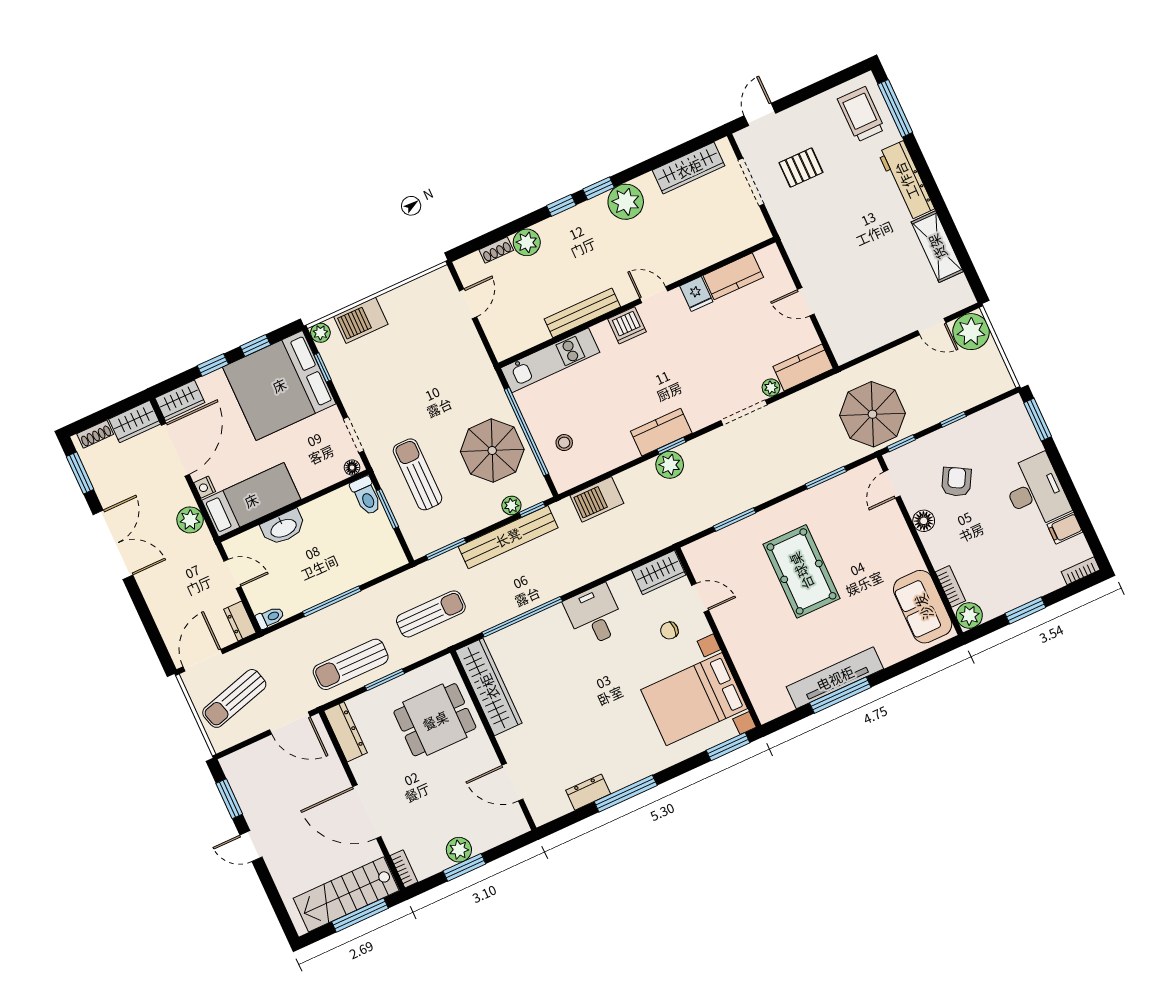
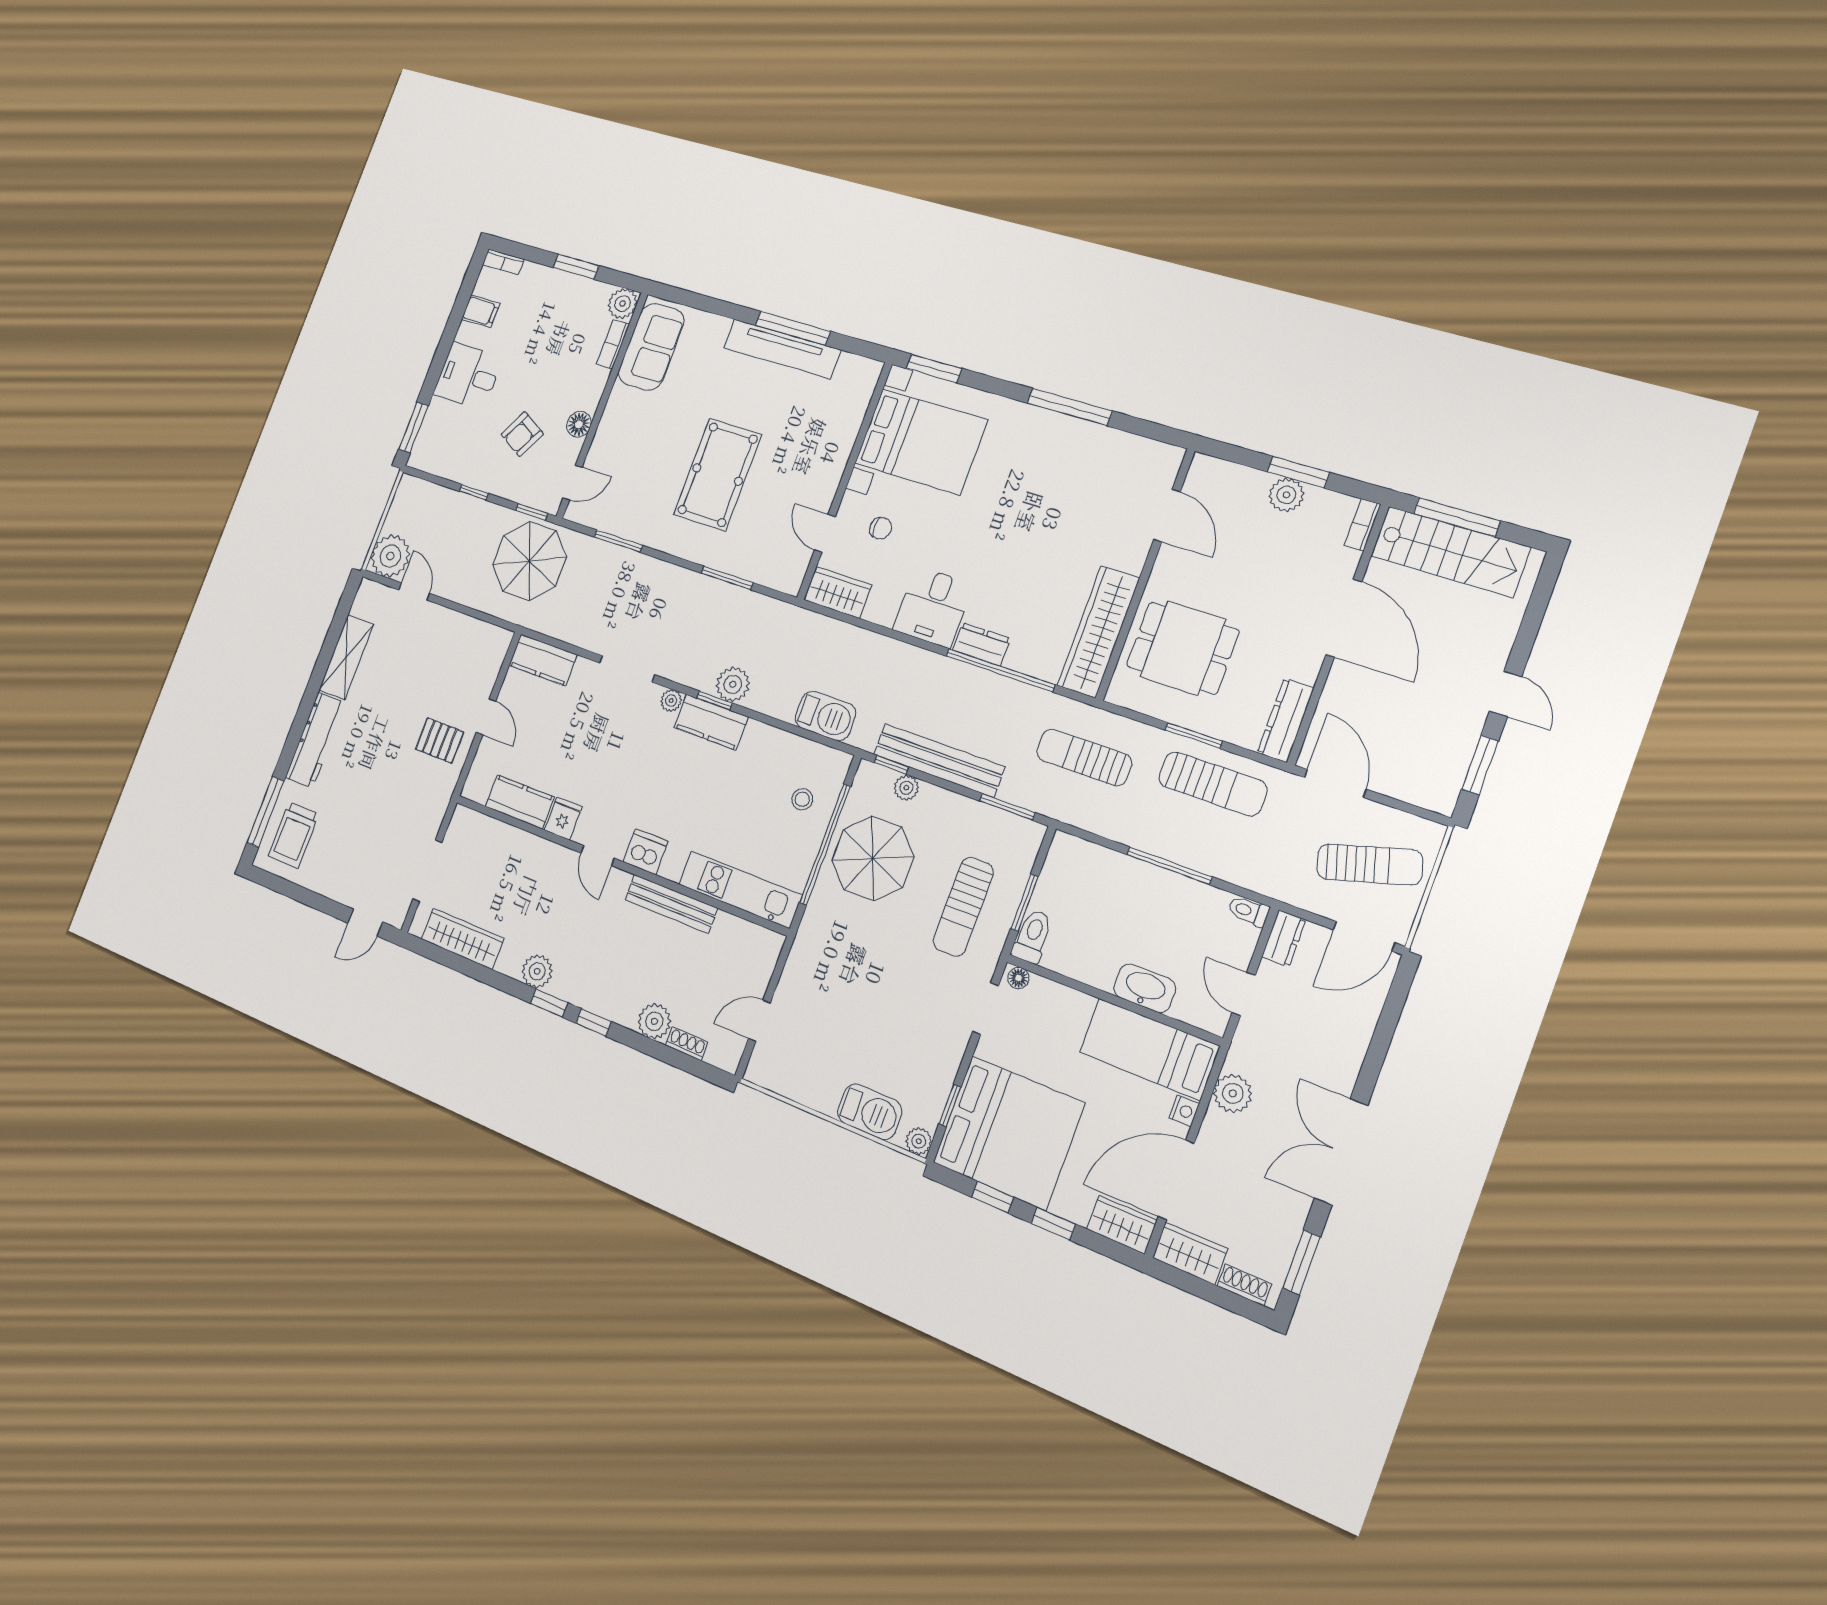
pallet: (801, 168) -> (440, 740), moved
plant: (626, 202) -> (537, 971), width x0.73, depth x0.73
plant: (771, 387) -> (671, 701), moved
desk: (1036, 491) -> (468, 376), width x0.73
dresser: (588, 792) -> (981, 644), moved, turned 180

